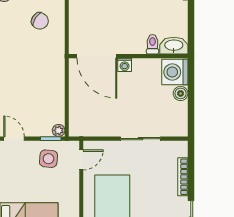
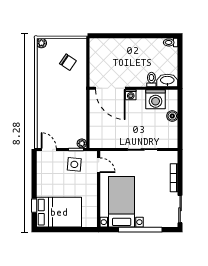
washing machine: (175, 72) -> (156, 99), moved, turned -90
door: (81, 160) -> (99, 165), hinge flipped

